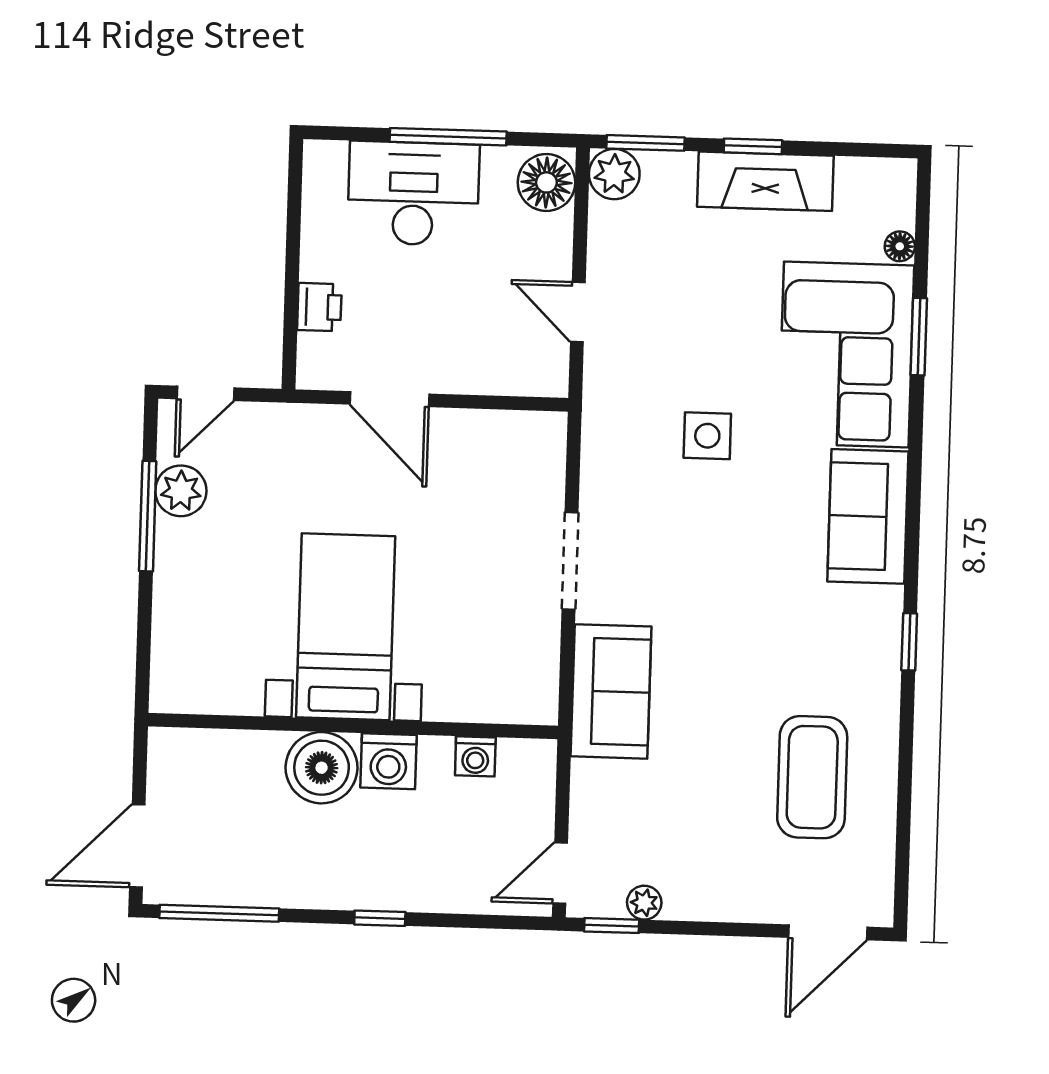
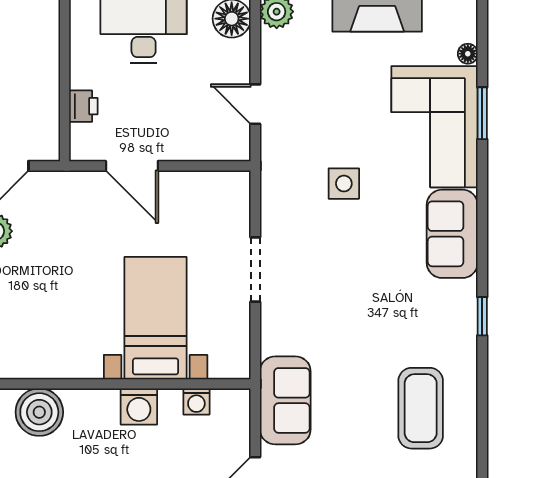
bed with nightstands: (346, 627) -> (156, 318), moved
sofa: (611, 691) -> (285, 400), moved
boiler: (322, 768) -> (39, 412), moved

